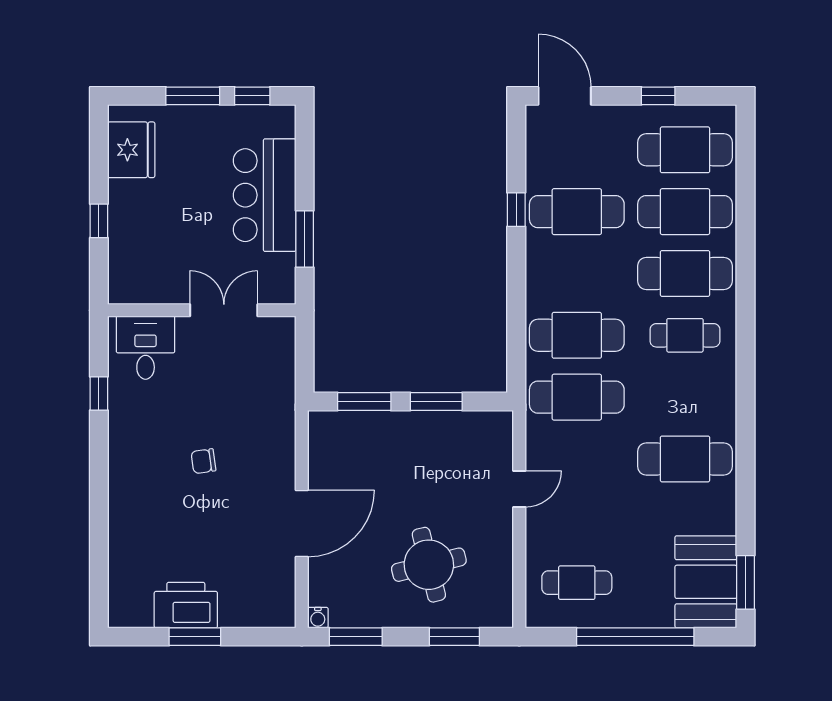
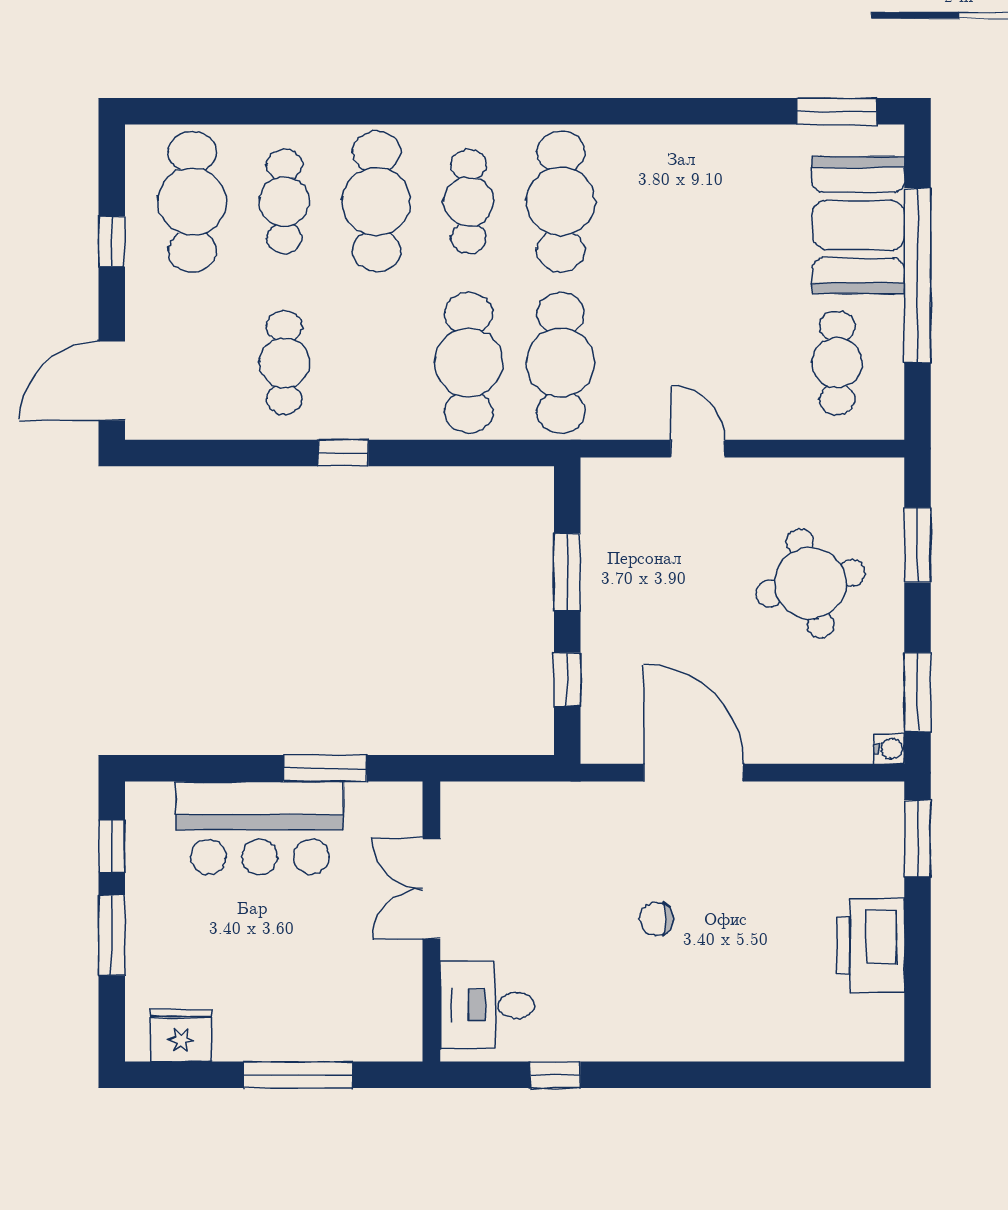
fridge: (131, 150) -> (181, 1036), width x0.73, depth x0.75
window: (516, 210) -> (343, 453), moved
cafe table: (577, 212) -> (284, 363), width x0.73, depth x0.74
cafe table: (685, 212) -> (284, 202), width x0.73, depth x0.74
window: (99, 221) -> (298, 1075), width x2.17
window: (364, 401) -> (567, 679), width x0.67
cafe table: (685, 459) -> (561, 202), moved
chair: (204, 461) -> (656, 919), turned 98
door: (302, 524) -> (693, 773), moved
booth: (706, 582) -> (858, 225), moved, turned 90
window: (195, 637) -> (918, 838), moved

